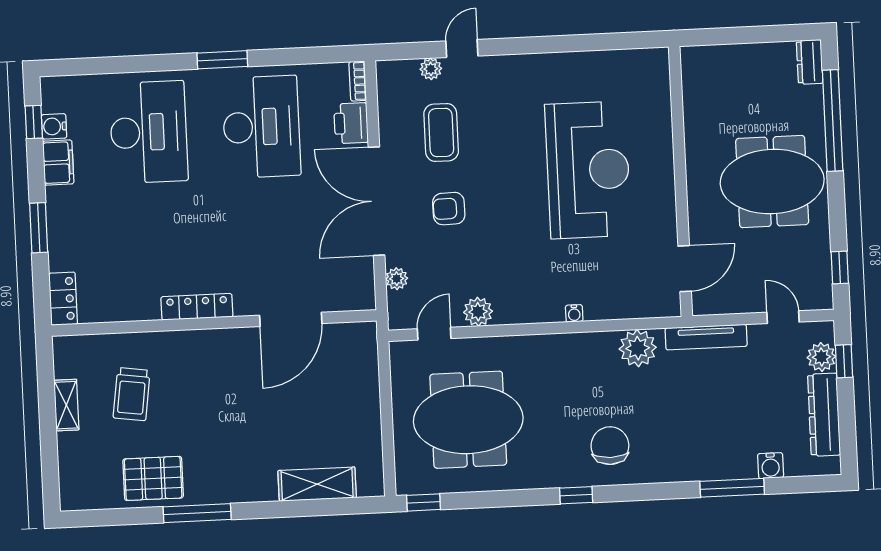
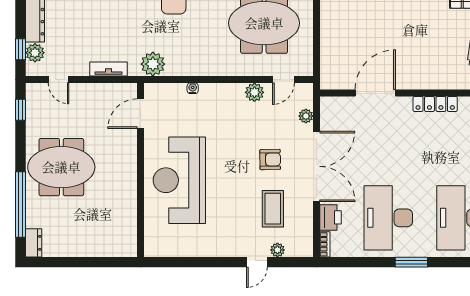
wall: (681, 181) -> (141, 170), moved
door: (685, 269) -> (141, 114), moved
tv unit: (706, 337) -> (109, 69), width x0.71

